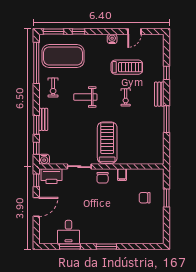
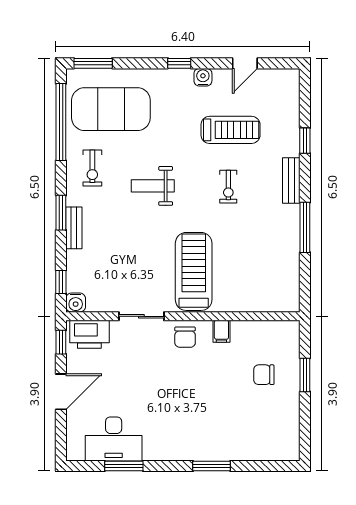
window: (78, 32) -> (179, 63), moved
window: (36, 125) -> (61, 213), moved
desk: (69, 232) -> (114, 439), width x1.37
window: (106, 247) -> (212, 466), moved

